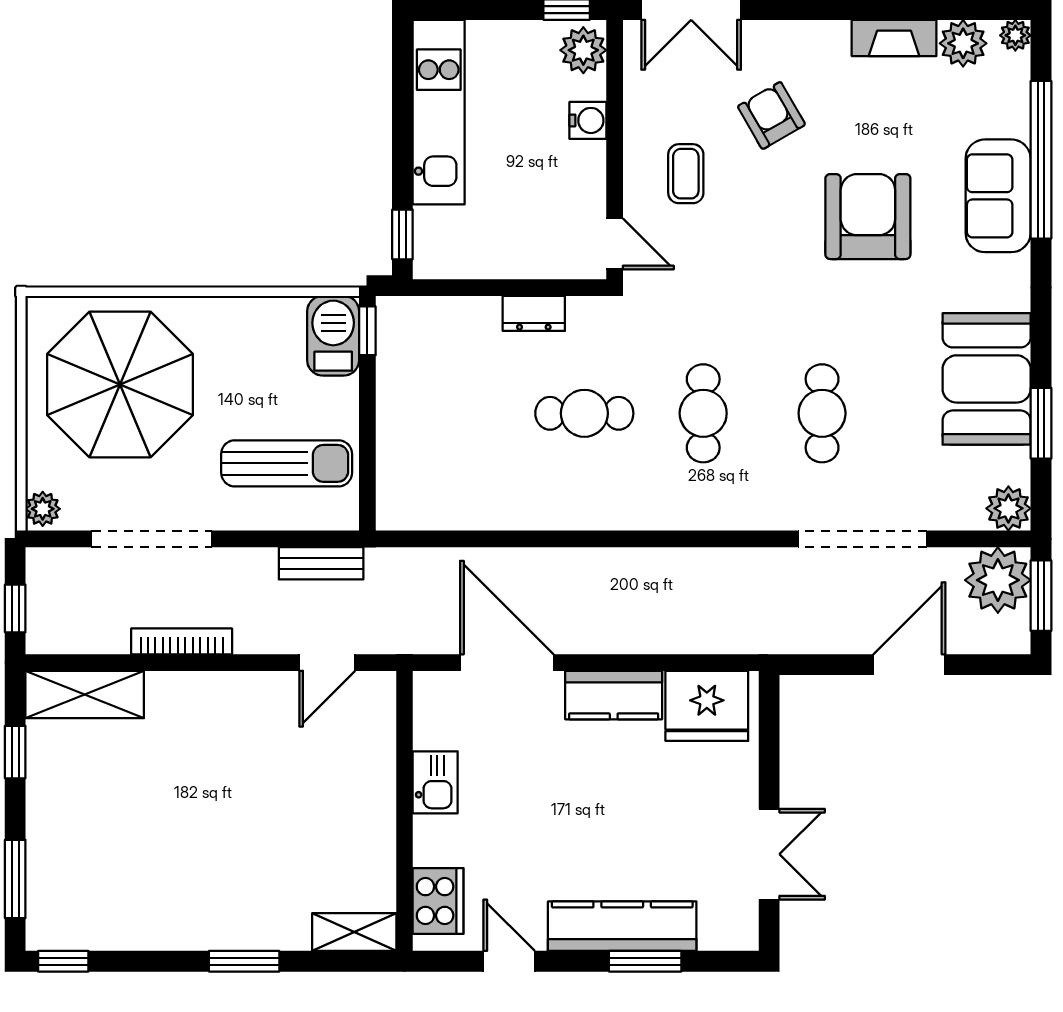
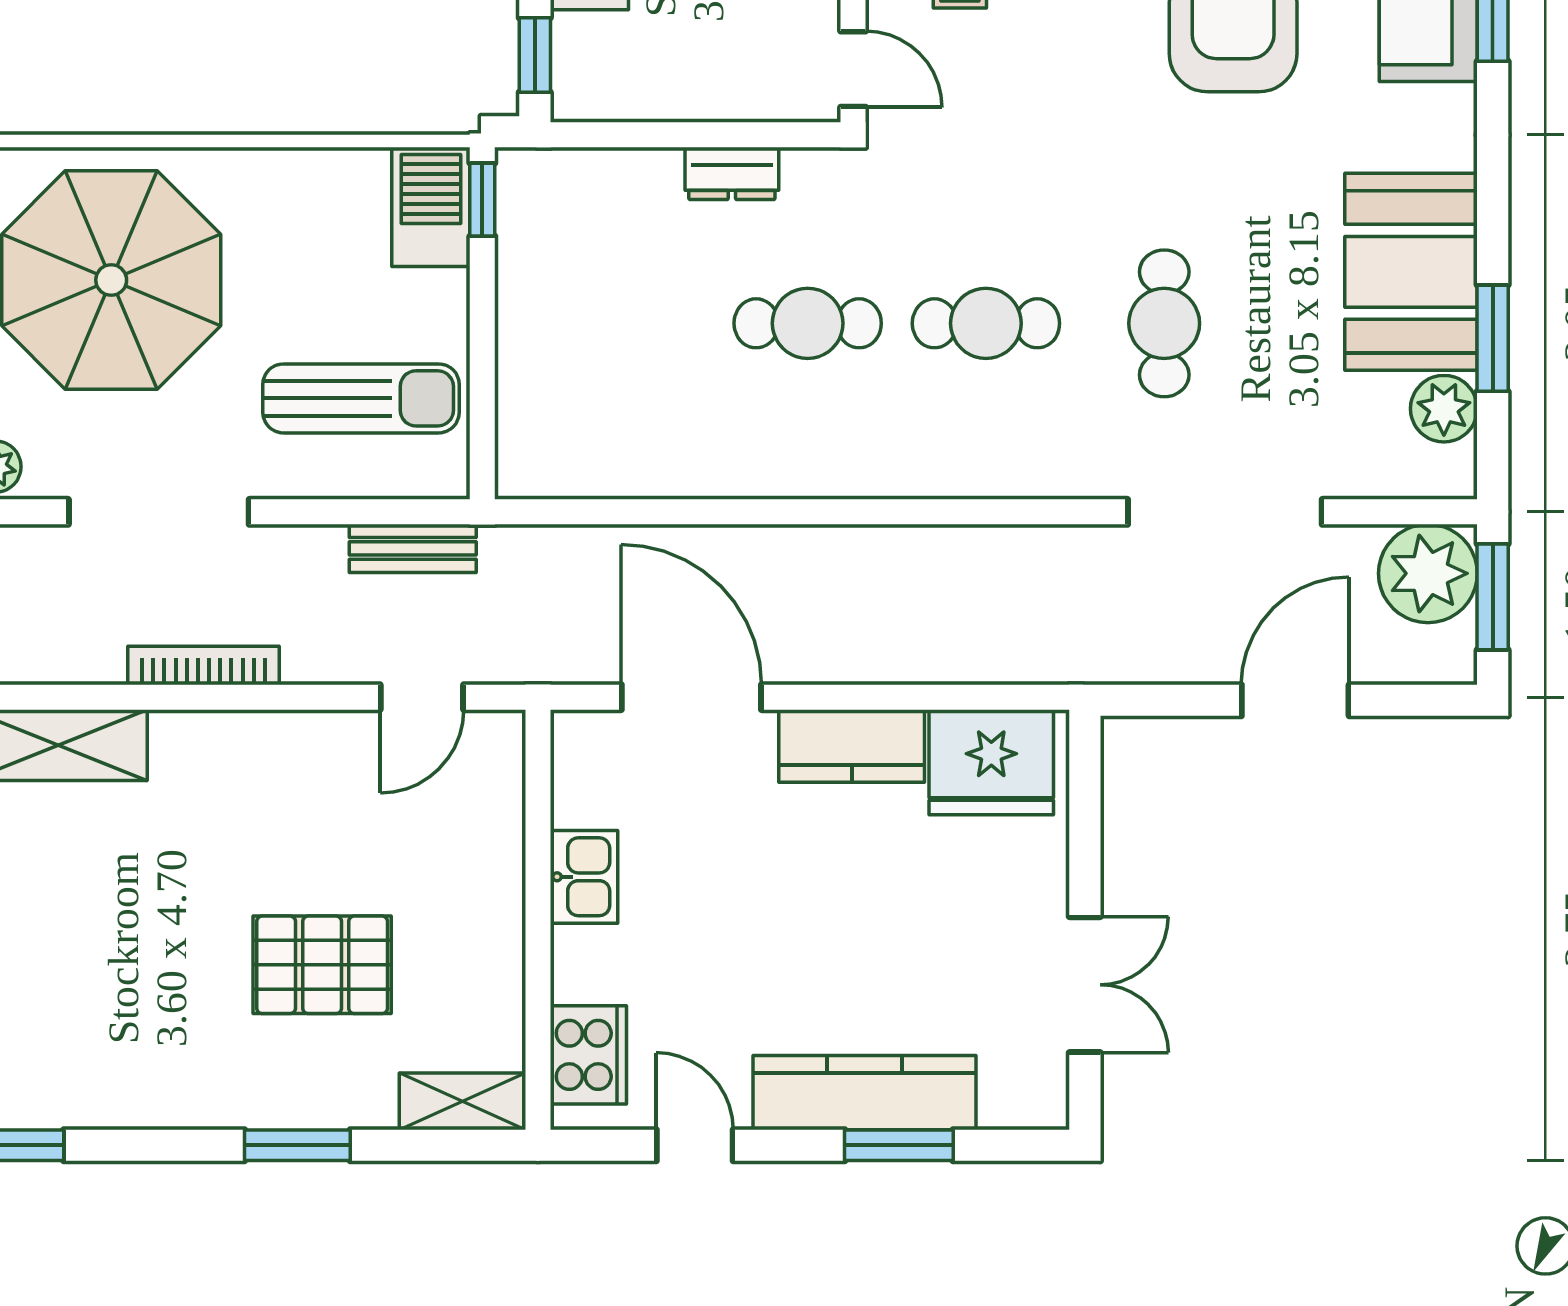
cafe table: (703, 413) -> (986, 323), turned 90
plant: (1008, 508) -> (1444, 409), moved
pallet: (261, 841) -> (322, 965), added

